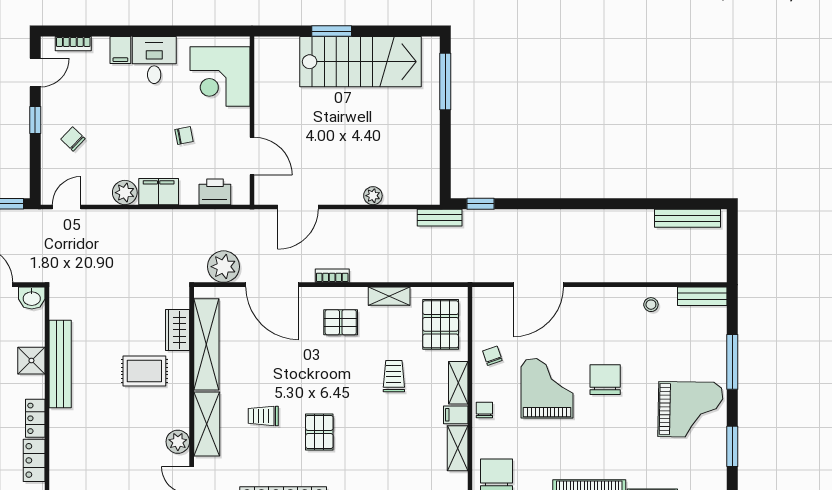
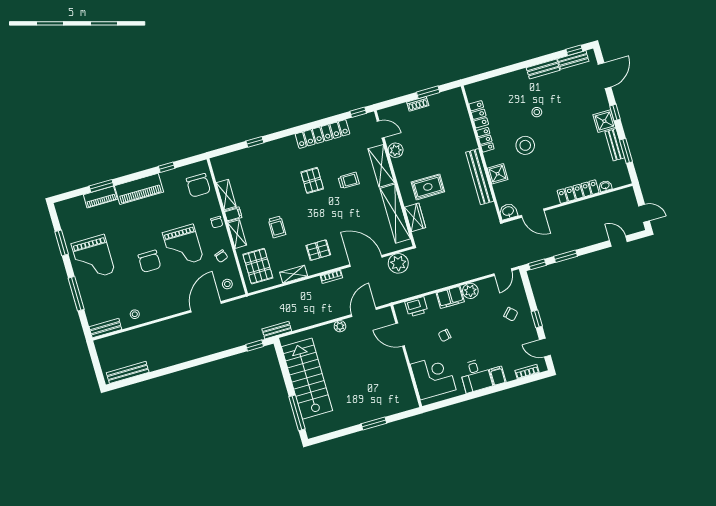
stairs: (360, 62) -> (307, 379), moved, turned 90
door: (35, 73) -> (545, 348), hinge flipped
plant: (373, 196) -> (340, 326), moved
stool: (495, 310) -> (227, 284), added
grand piano: (690, 409) -> (93, 258), turned -91

